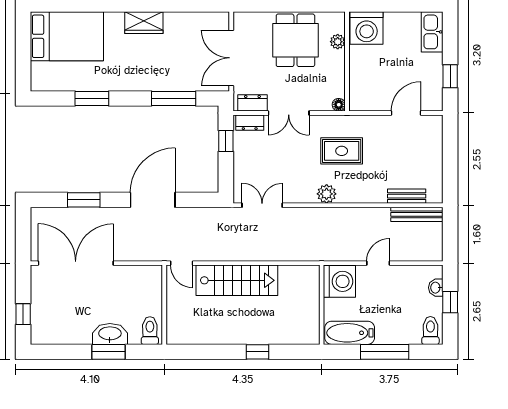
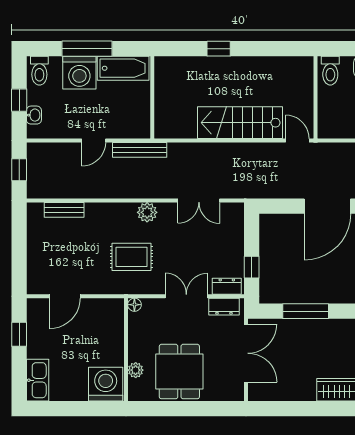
double door: (262, 205) -> (199, 201), moved
bench: (417, 214) -> (140, 150), moved
window: (450, 235) -> (19, 170), added
washing machine: (339, 281) -> (79, 73), moved, turned -90

